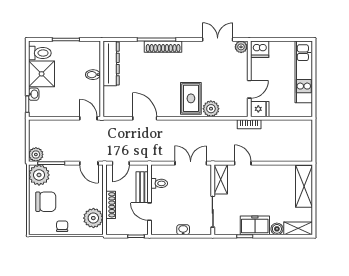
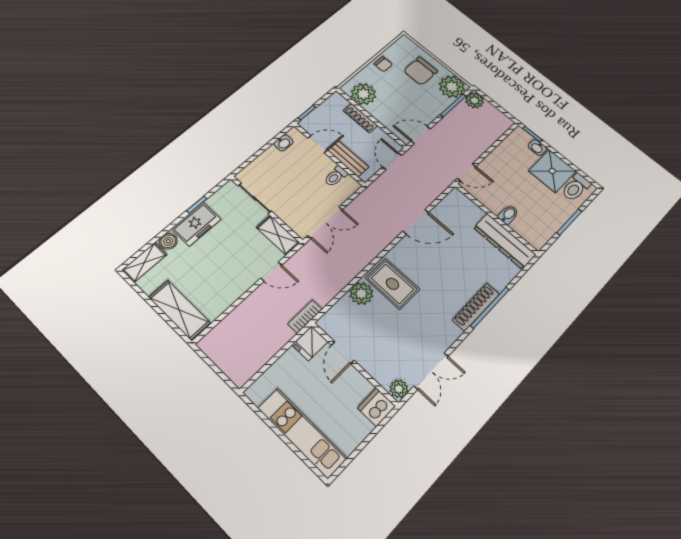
washbasin: (183, 230) -> (284, 143), moved

